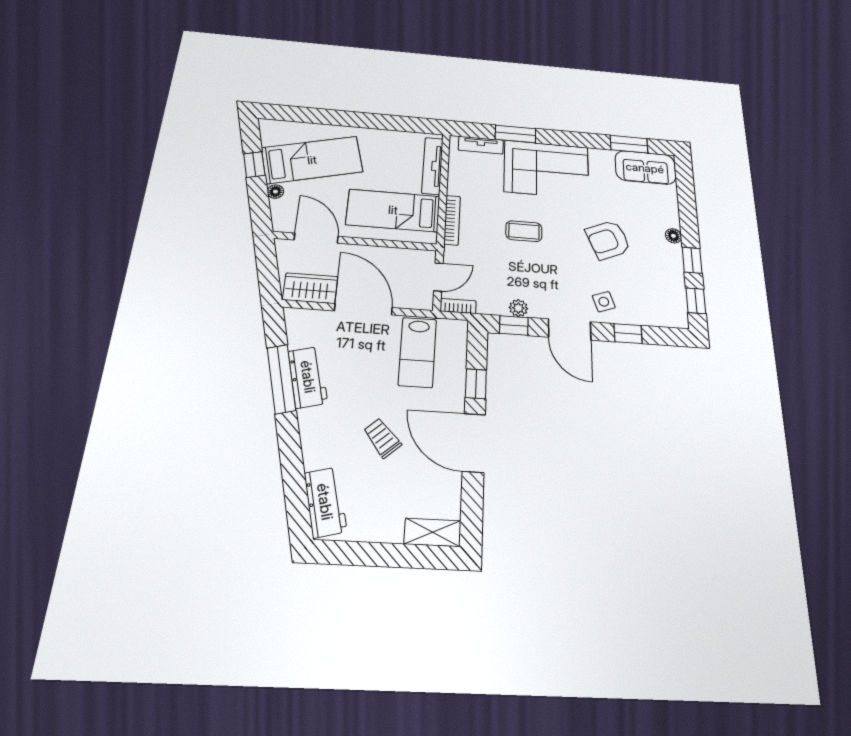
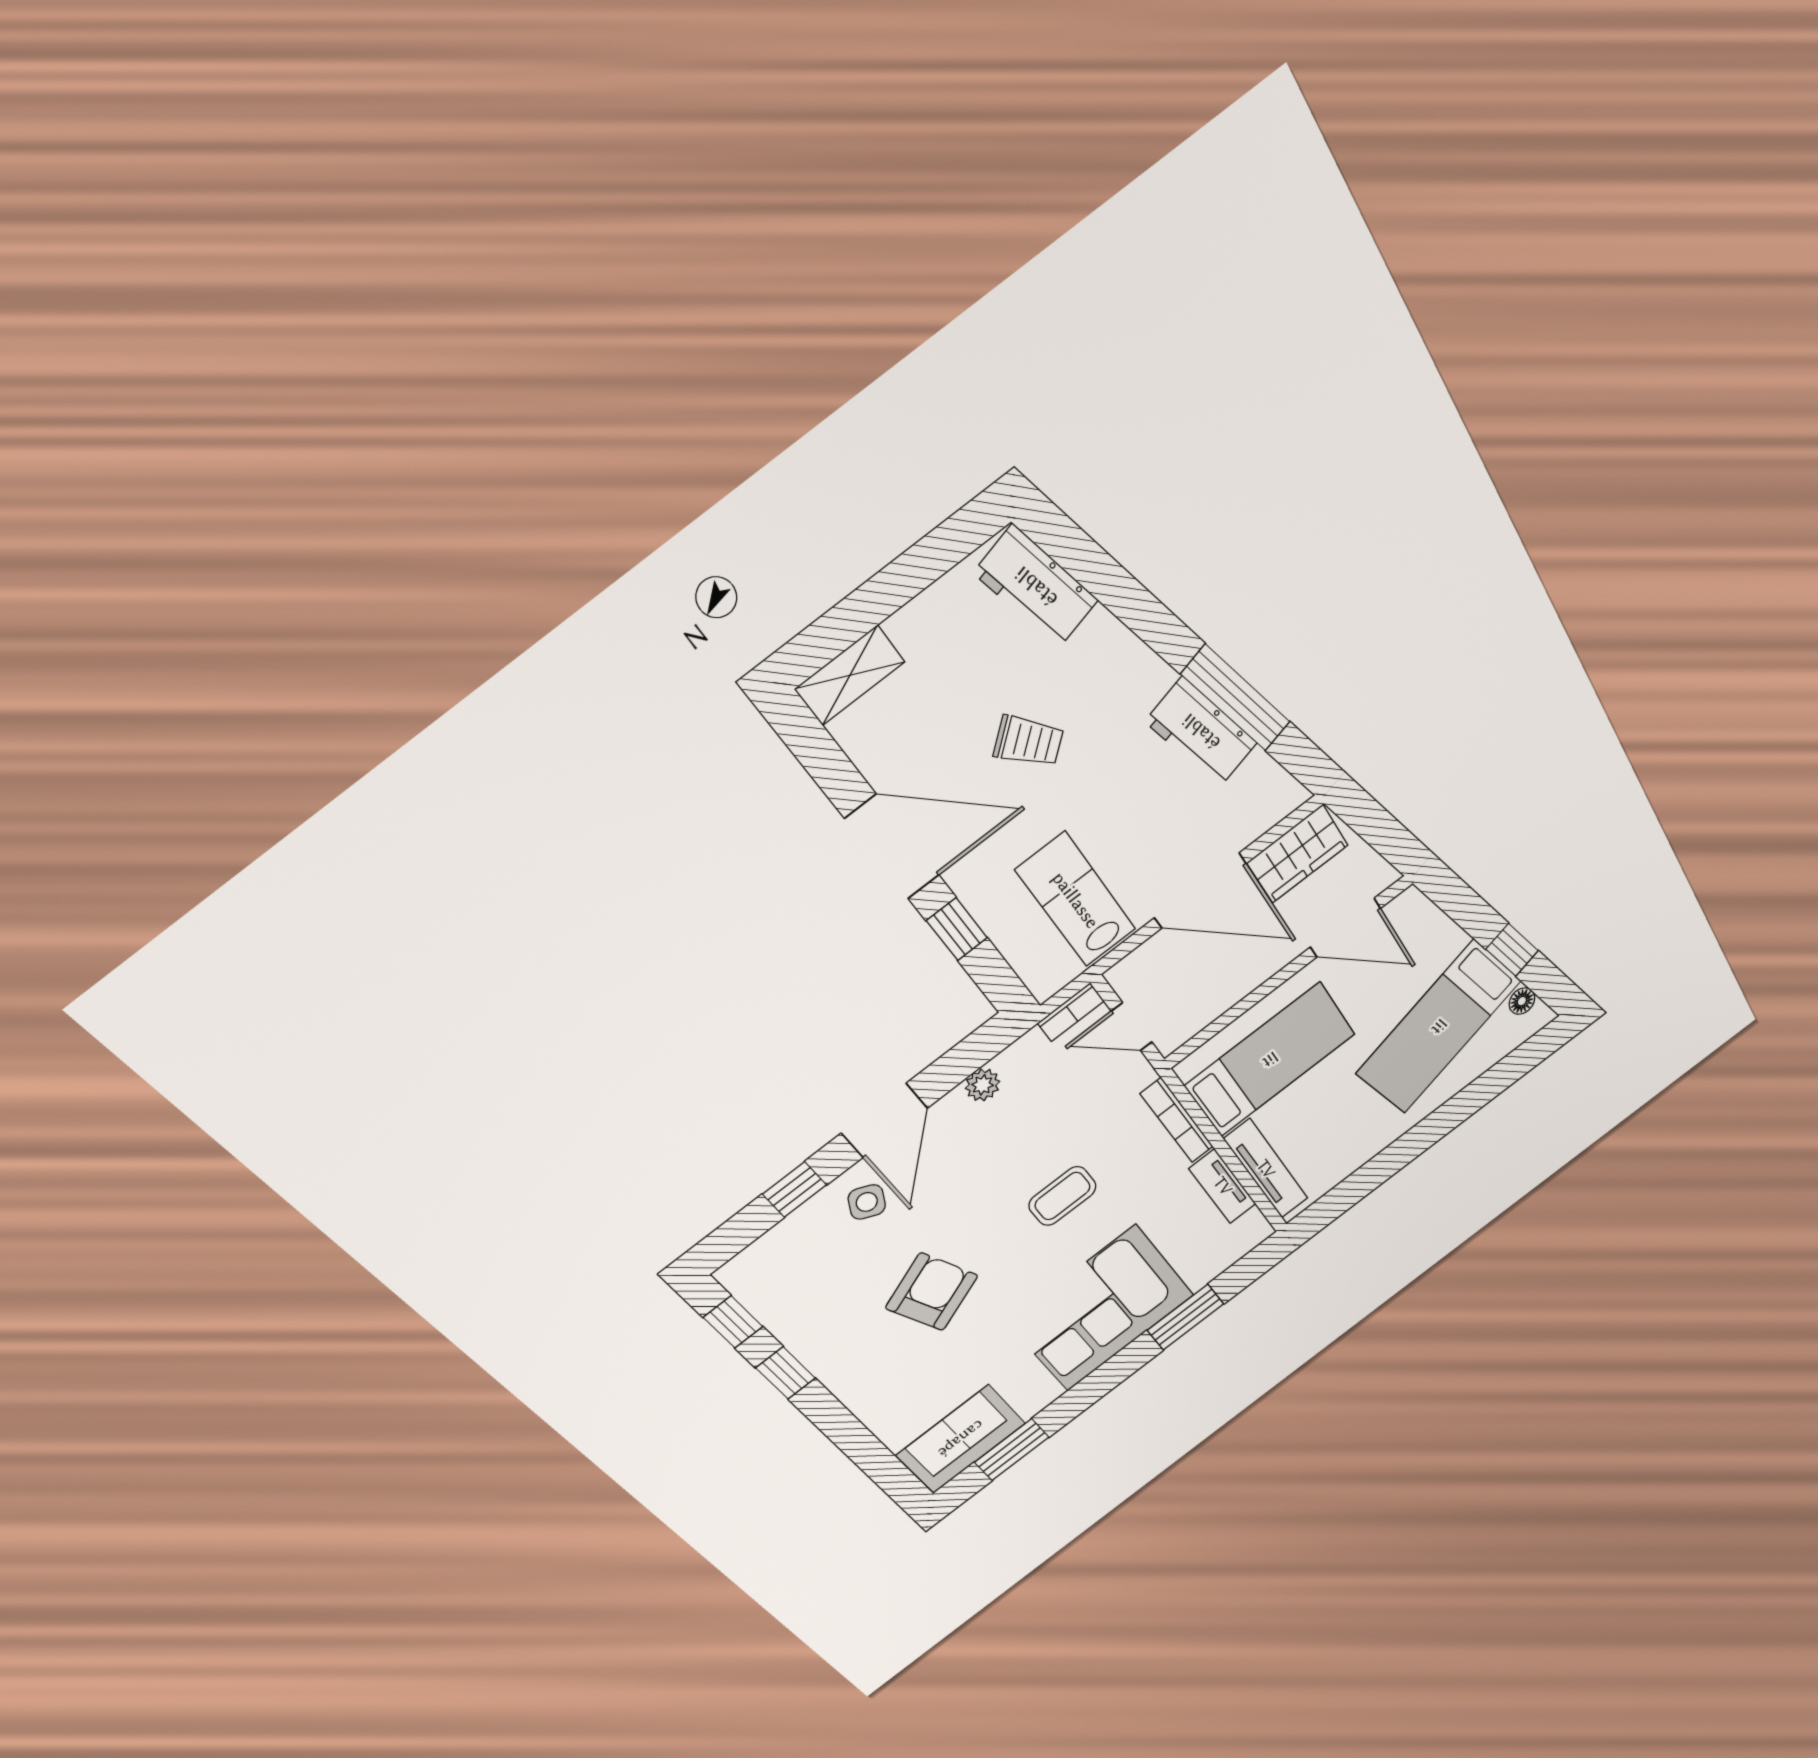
tv unit: (481, 145) -> (1223, 1186), moved, turned -90
floor lamp: (275, 192) -> (1522, 1001), moved
floor lamp: (673, 236) -> (841, 1382), removed
door: (438, 277) -> (1132, 1027), hinge flipped
side table: (604, 302) -> (867, 1202), turned 45
window: (514, 325) -> (969, 1056), removed
door: (570, 329) -> (884, 1121), swing flipped

